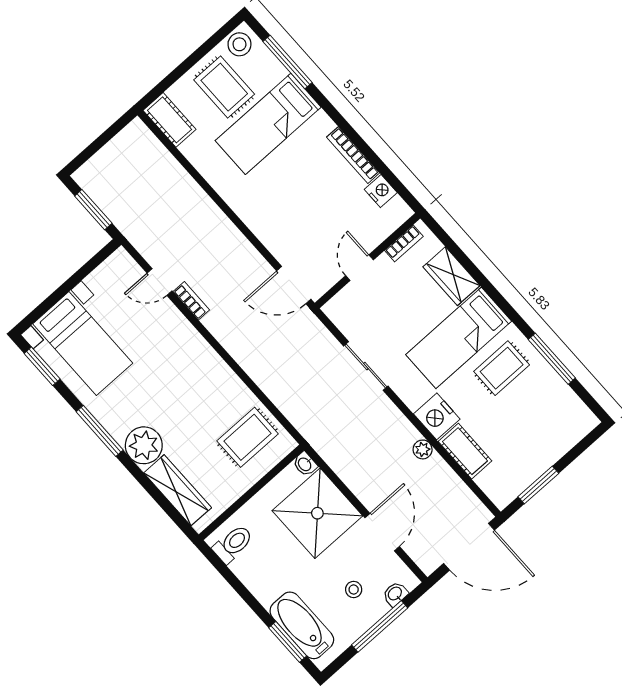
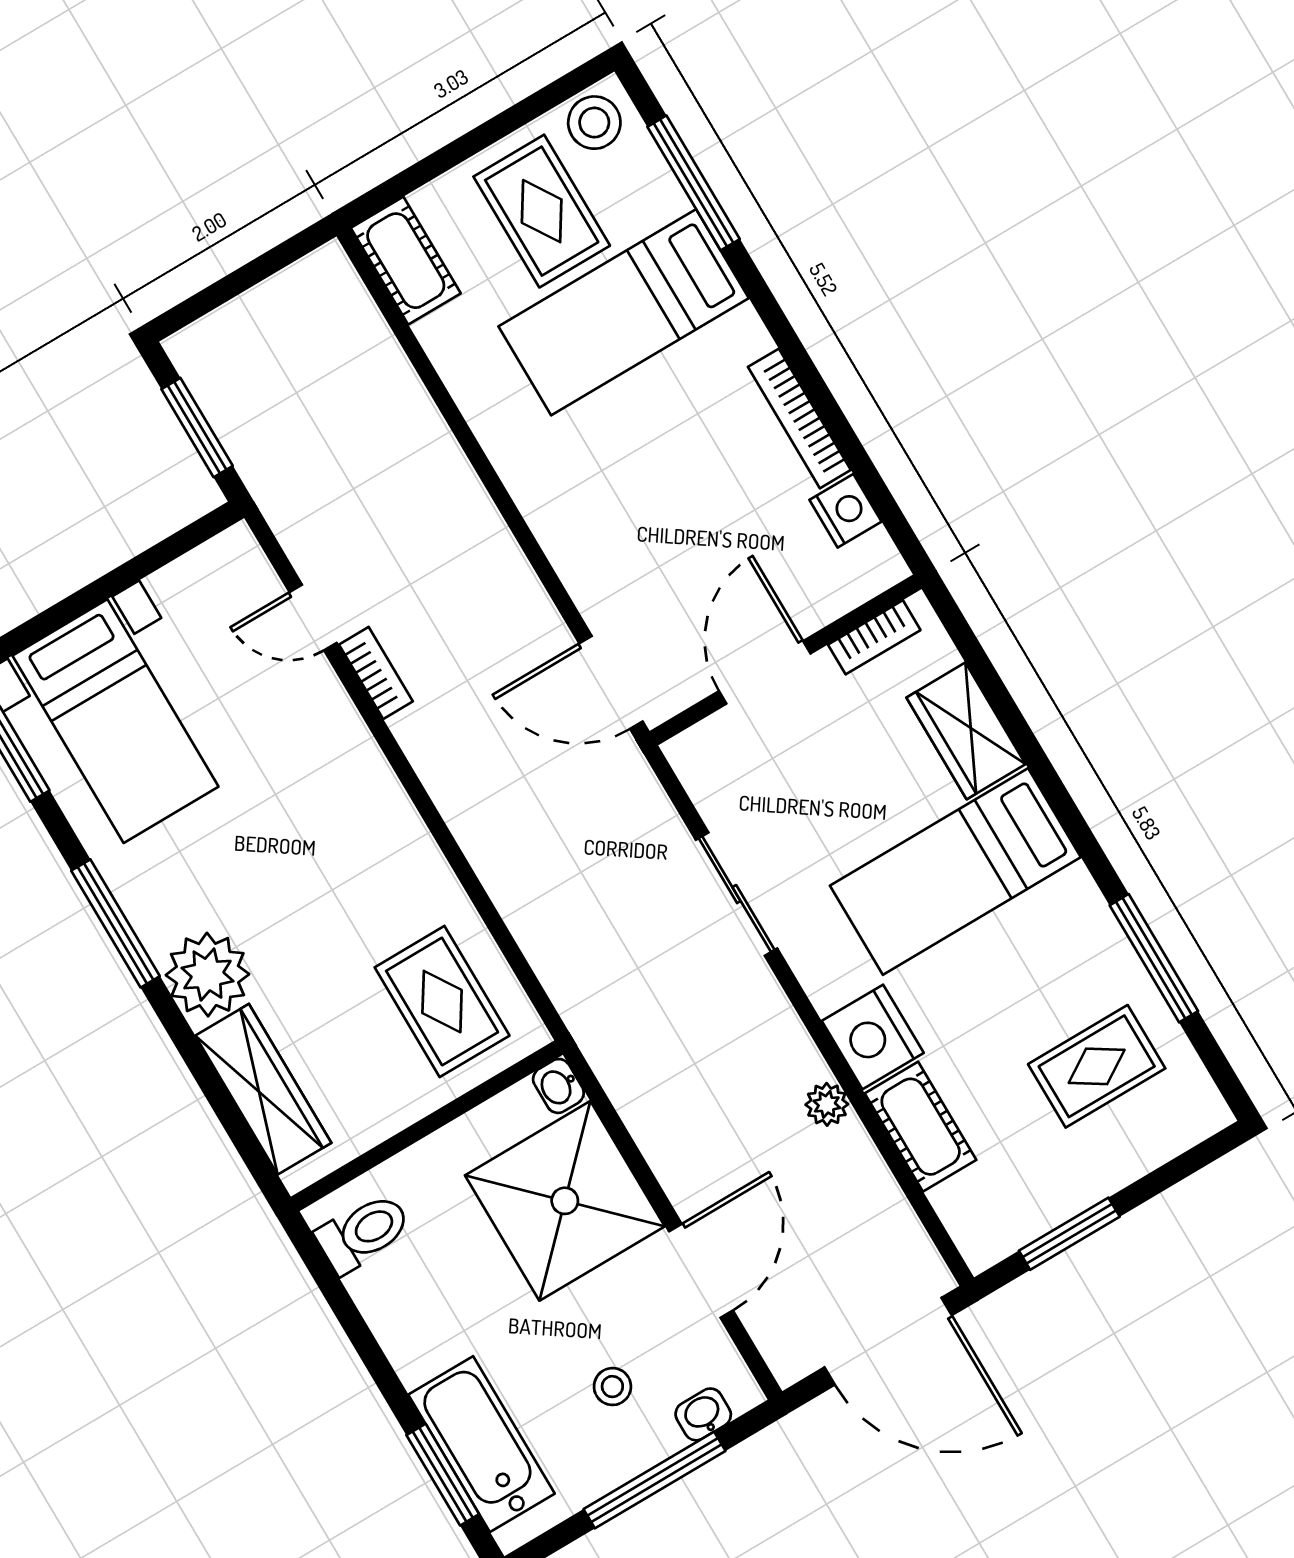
door: (359, 268) -> (765, 672), width x1.37
rug: (502, 368) -> (1097, 1066), moved
rug: (248, 437) -> (442, 1002), turned 90

